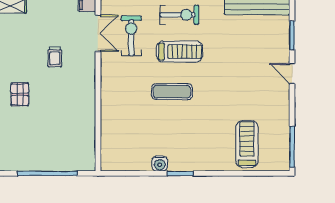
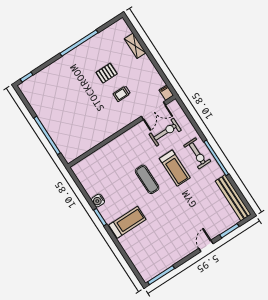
pallet: (20, 94) -> (107, 73), moved
treadmill: (247, 144) -> (127, 222), moved

